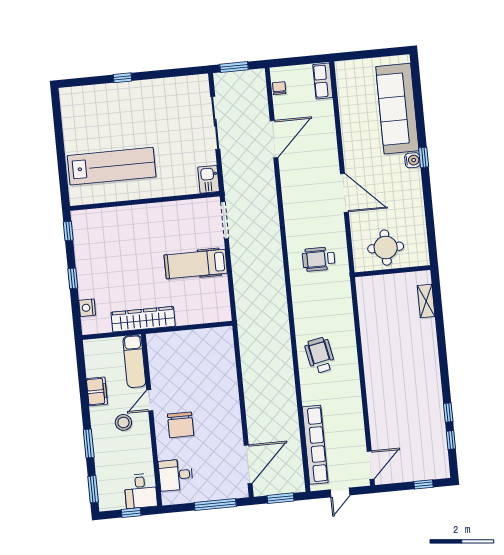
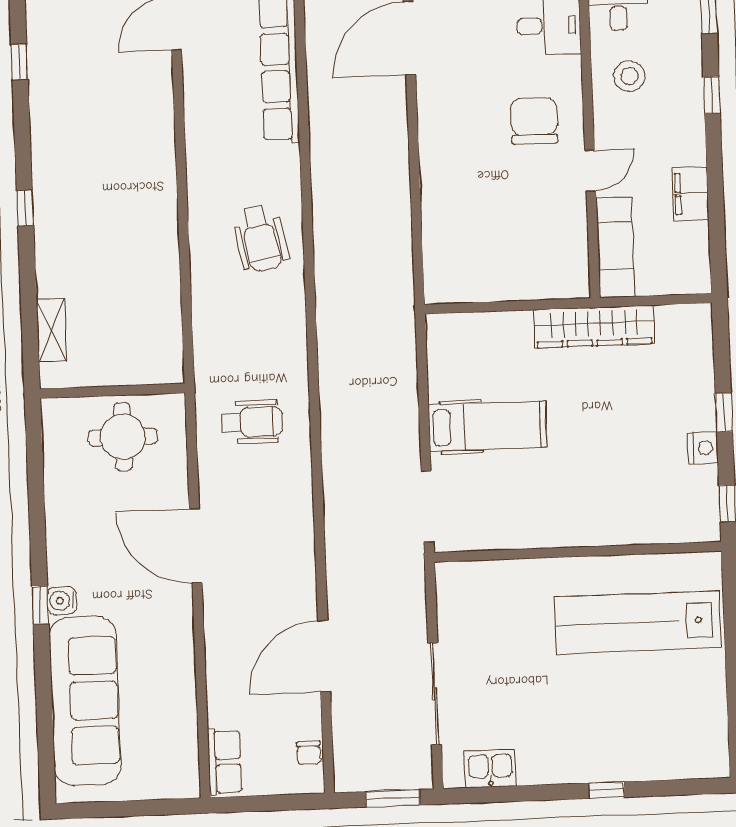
kitchen sink: (209, 179) -> (490, 769), moved, turned -90
nightstand: (87, 308) -> (703, 448), moved
window: (448, 412) -> (25, 208), moved
stool: (123, 422) -> (629, 76), moved
window: (89, 444) -> (712, 95), width x0.67

